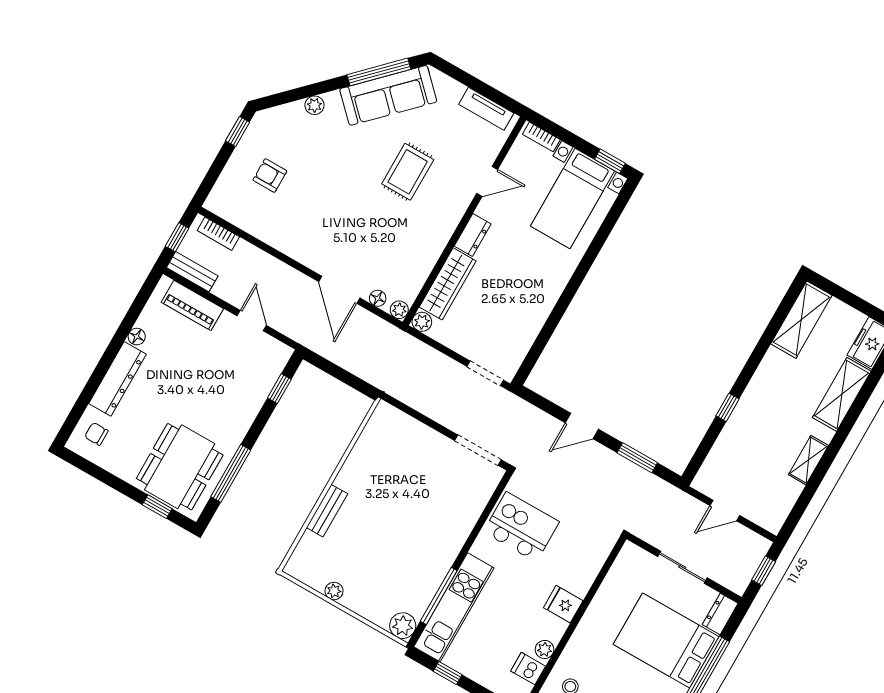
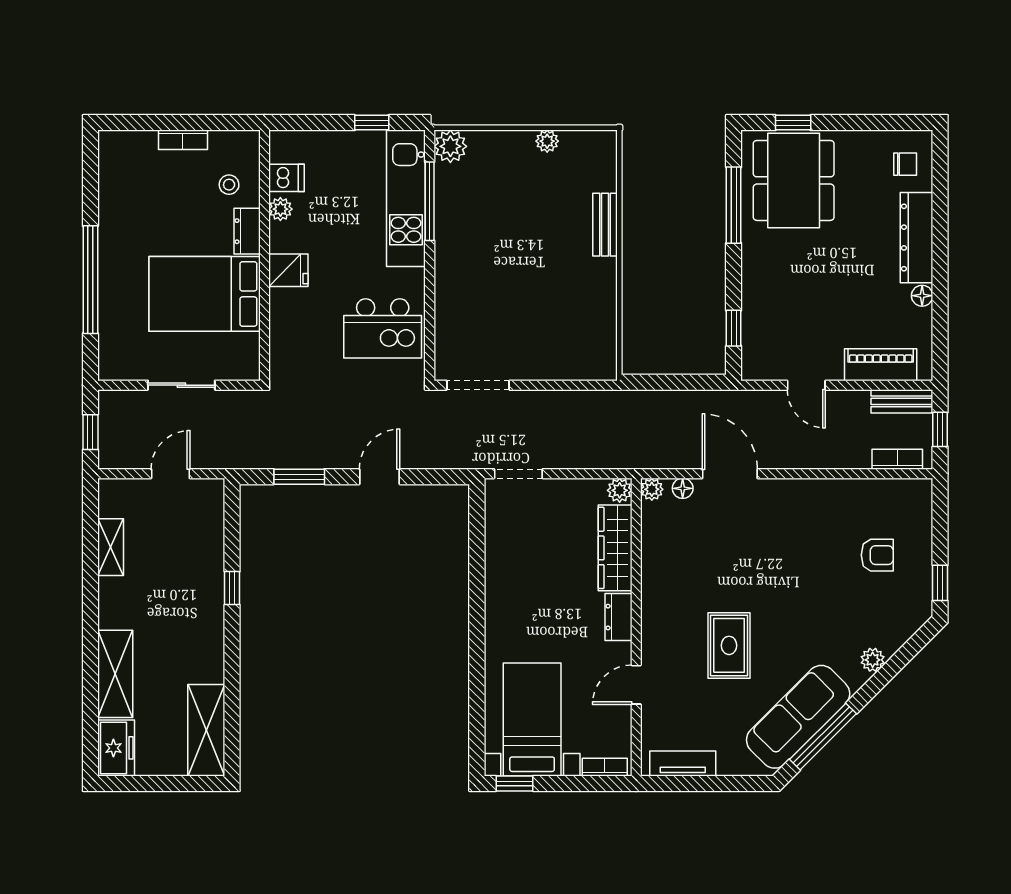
shelving: (808, 460) -> (111, 547), moved
dresser: (720, 614) -> (247, 231), moved, turned 180
bed: (666, 640) -> (205, 294), moved, turned 180

